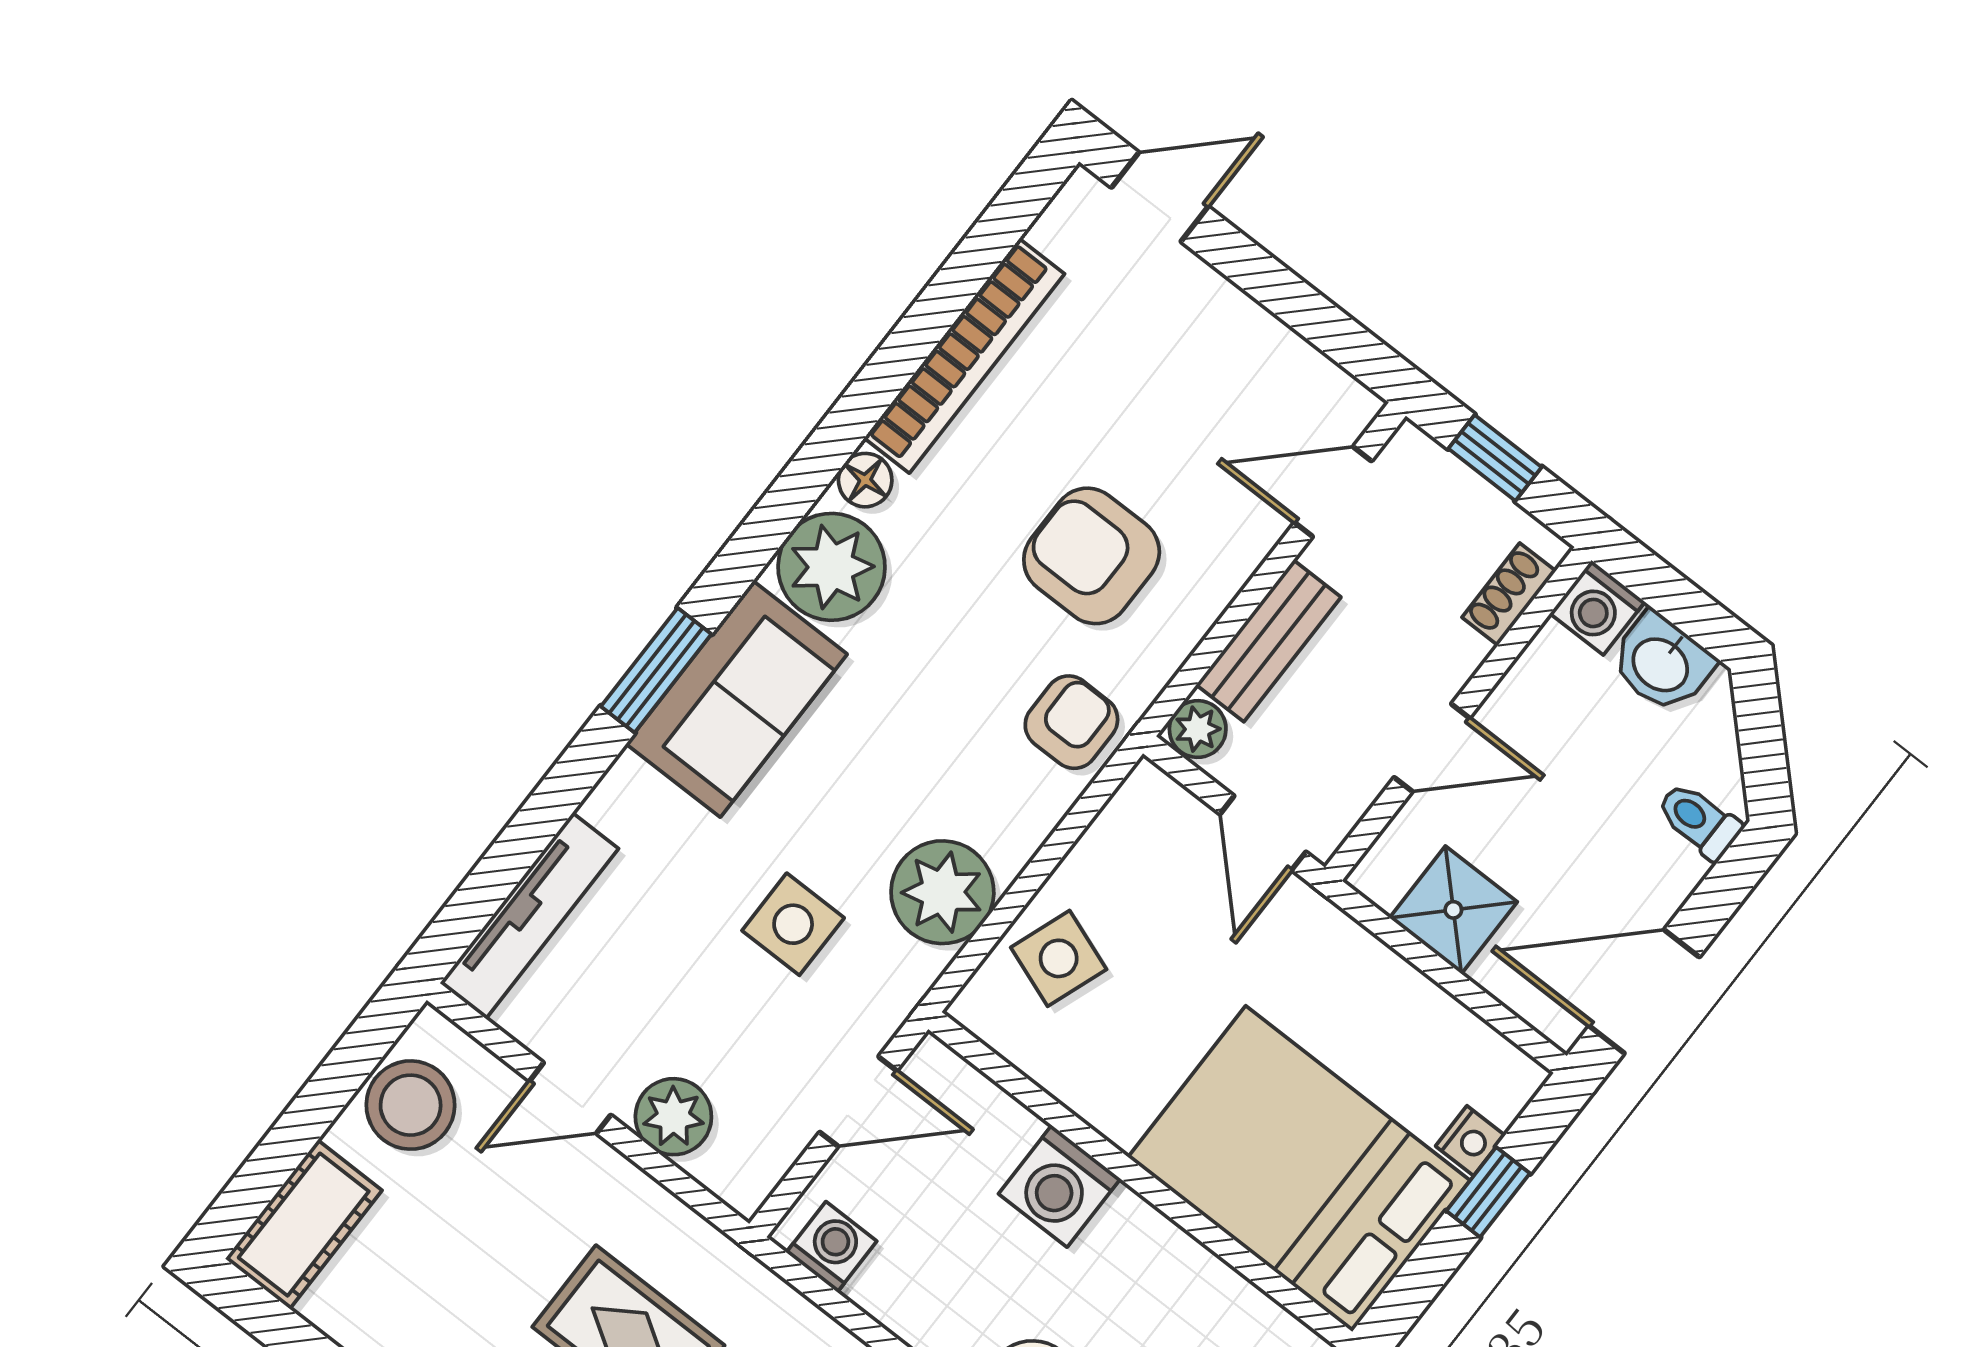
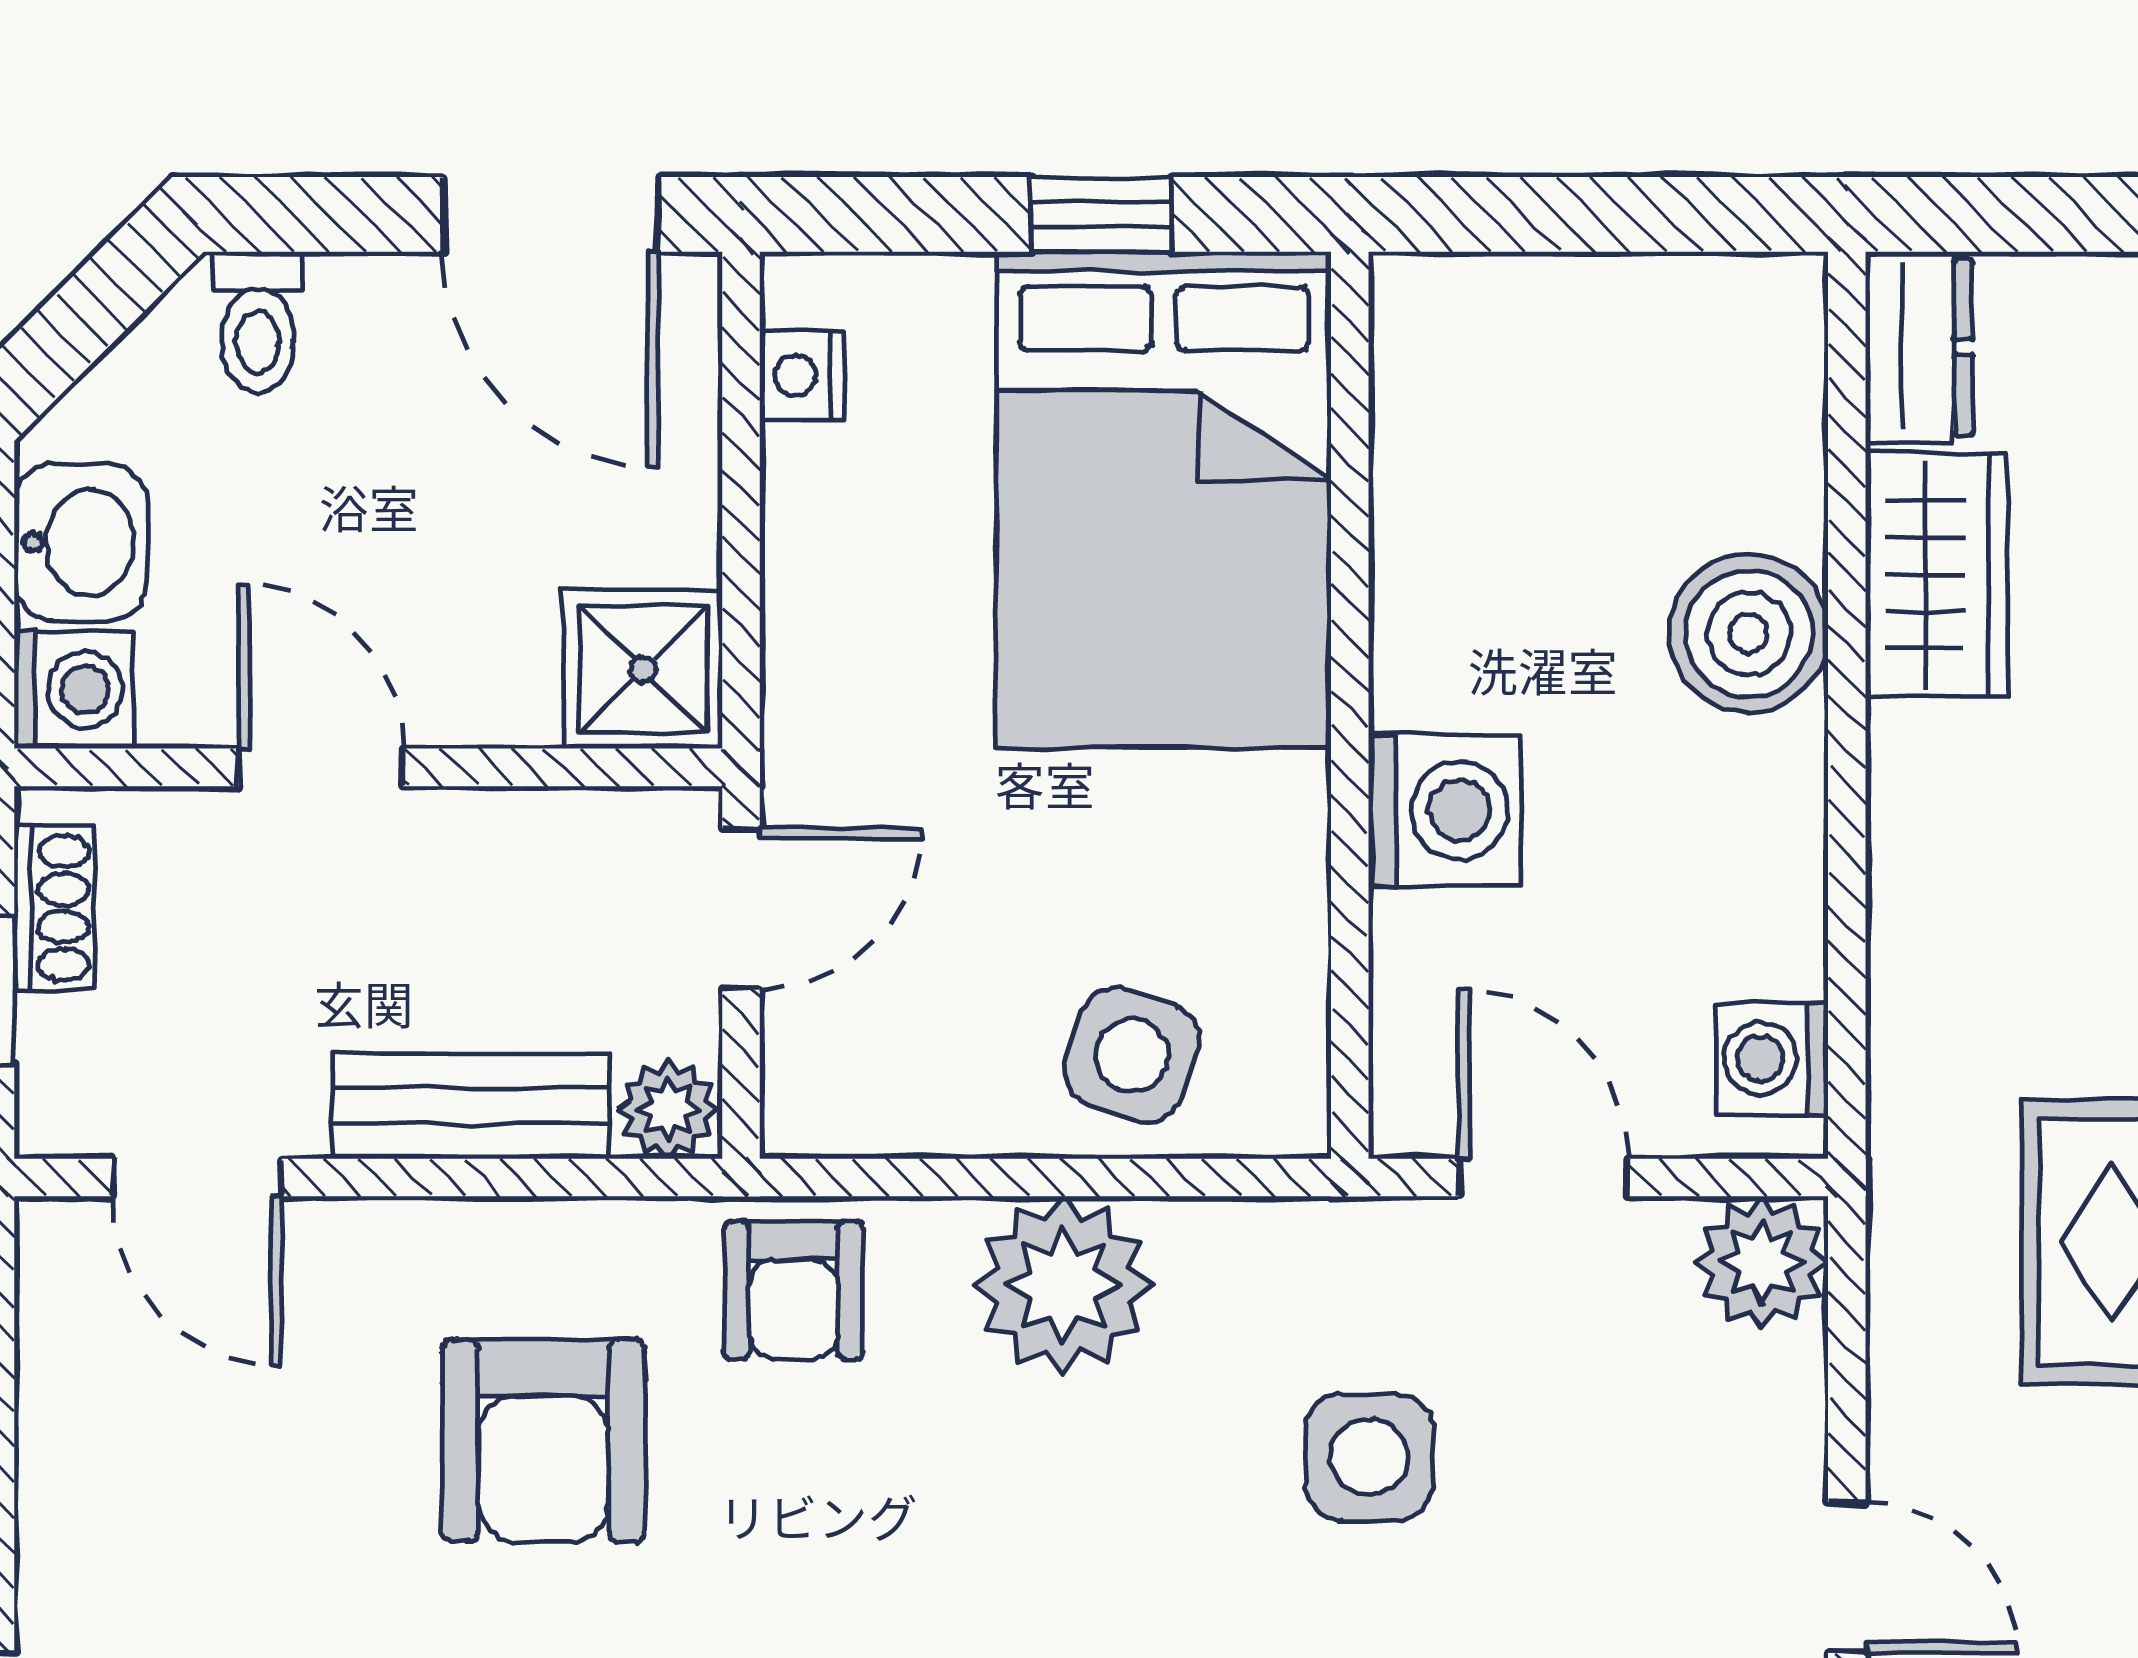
shoe rack: (1509, 594) -> (54, 908), moved, turned -90
armchair: (1071, 722) -> (794, 1290), turned -90
door: (1432, 748) -> (321, 767), moved
plant: (942, 892) -> (1063, 1286), moved
shower: (1453, 910) -> (643, 669), moved
plant: (673, 1117) -> (1762, 1262), moved
nightstand: (1470, 1141) -> (802, 376), moved, turned -90
window: (1488, 1192) -> (1101, 214), moved

